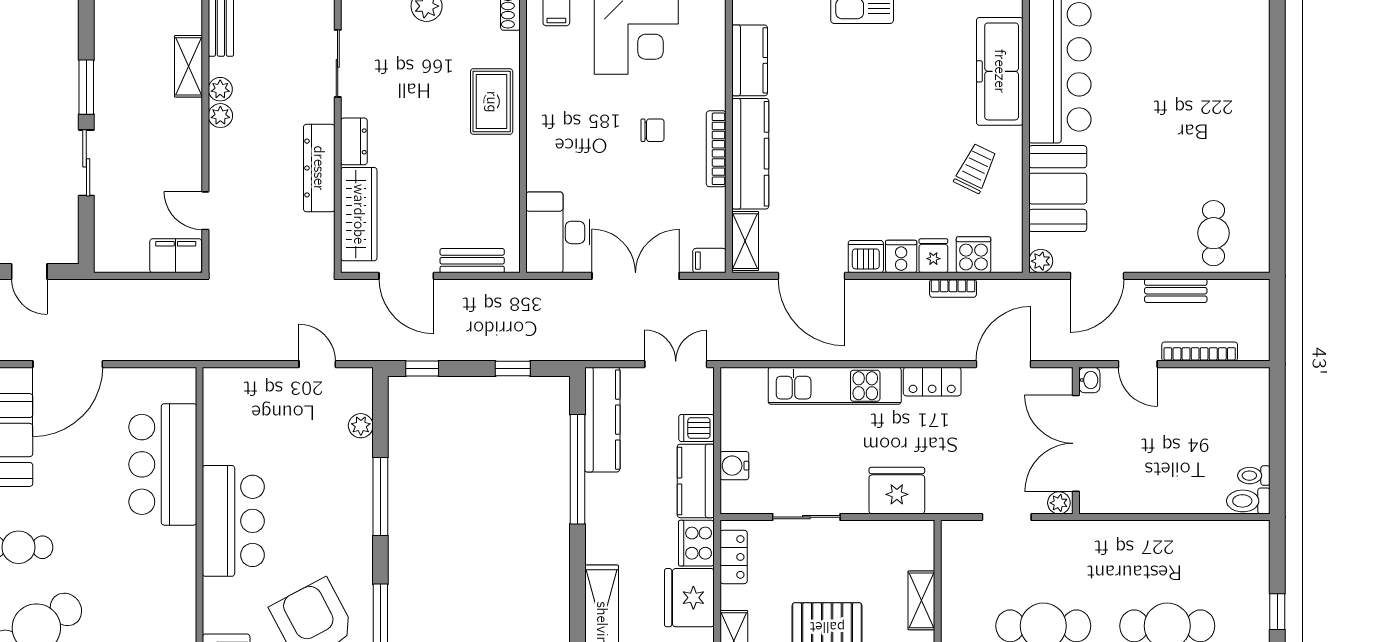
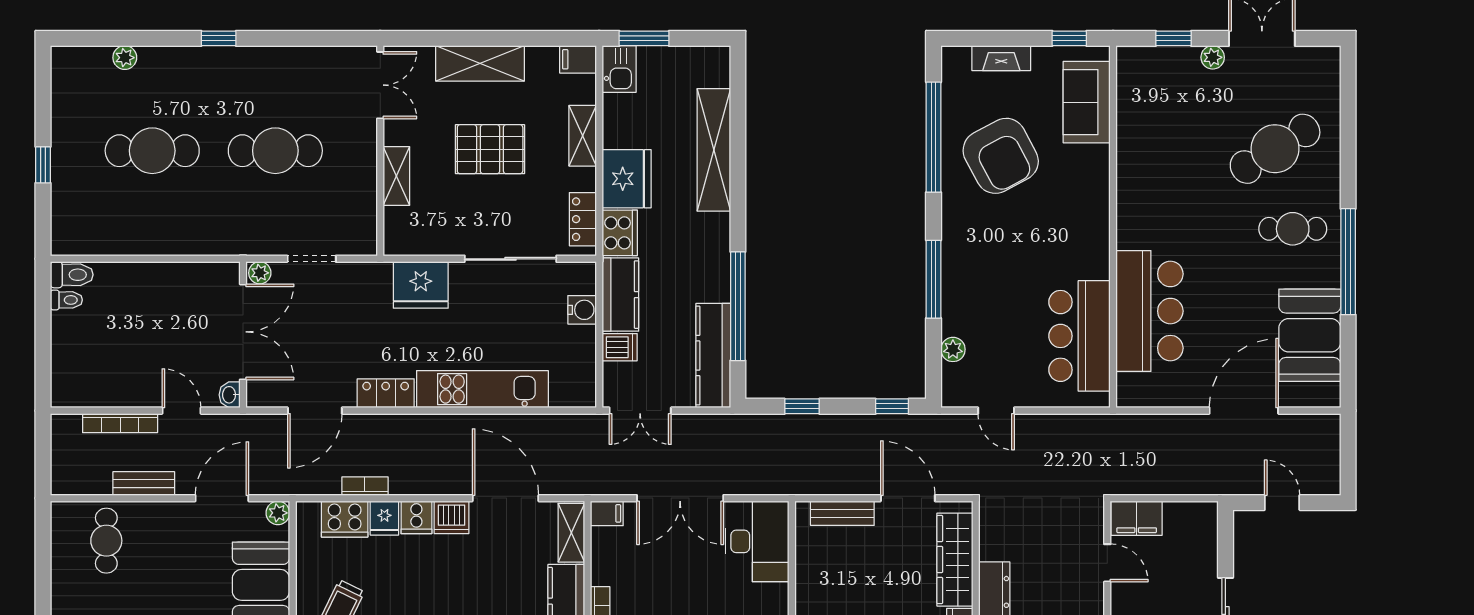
cooker: (974, 255) -> (345, 519), width x1.36
sliding door: (806, 517) -> (510, 259), width x1.37
bar counter: (233, 521) -> (1079, 336), moved

